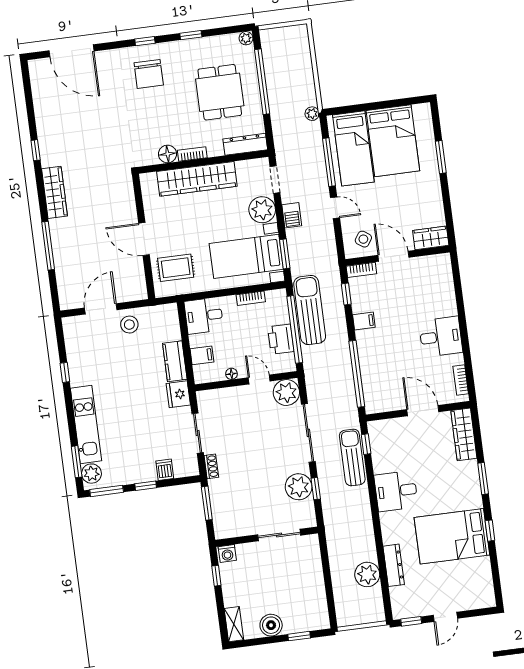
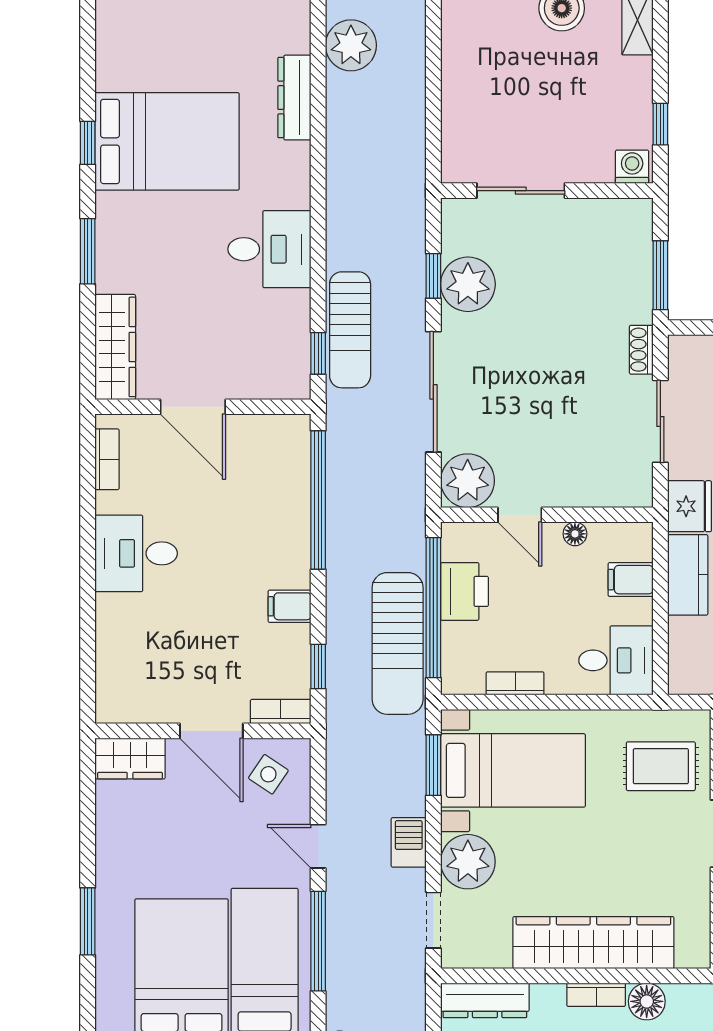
plant: (367, 574) -> (351, 45), moved

